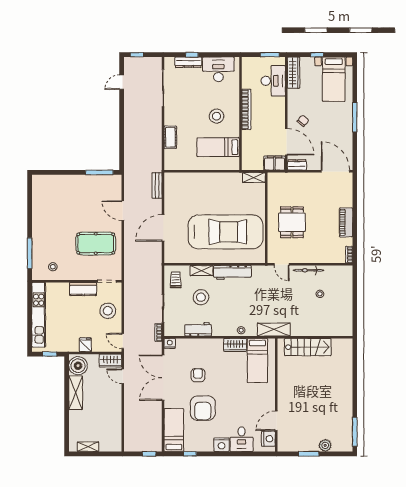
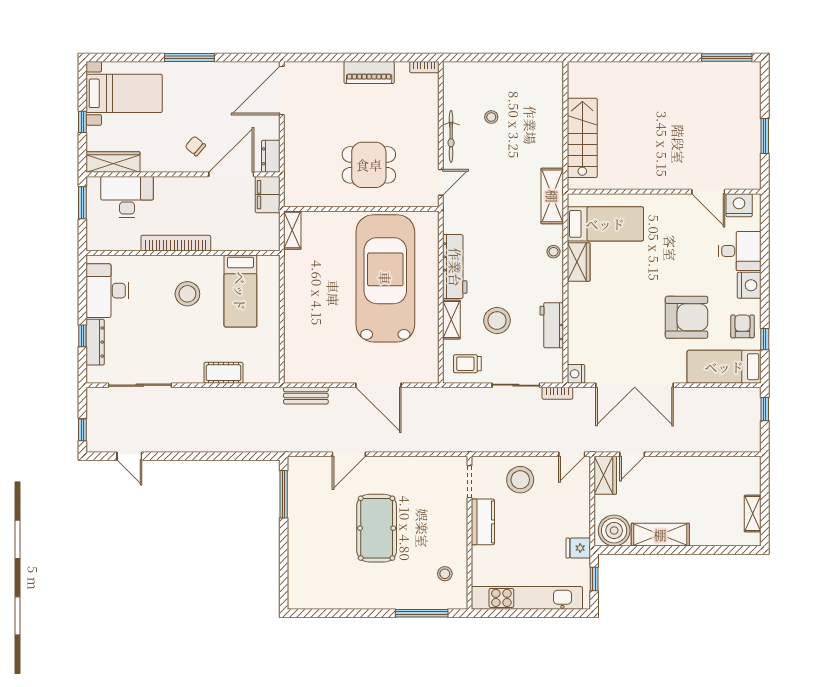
pool table: (96, 244) -> (377, 528), moved
fridge: (85, 345) -> (578, 548), moved
armchair: (198, 375) -> (743, 326), moved, turned 90
plant: (325, 445) -> (750, 108), removed

